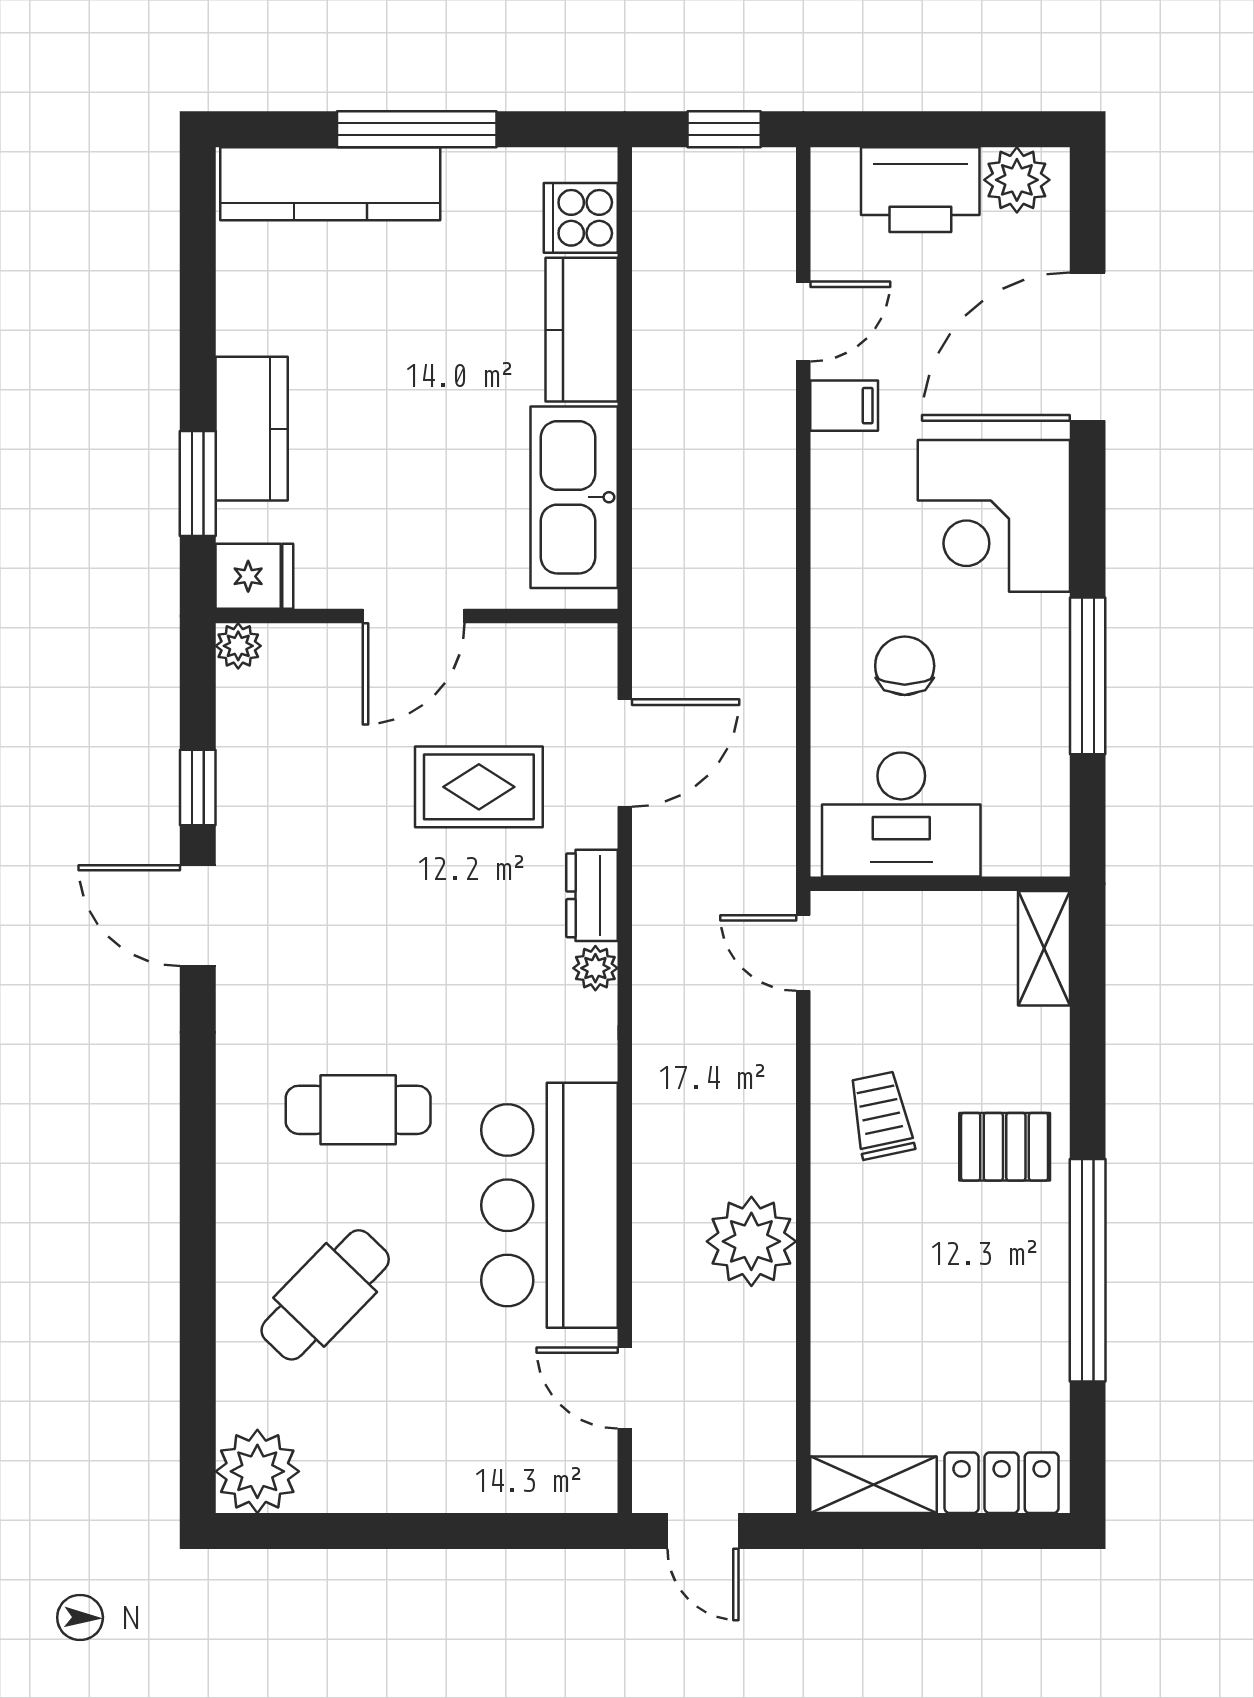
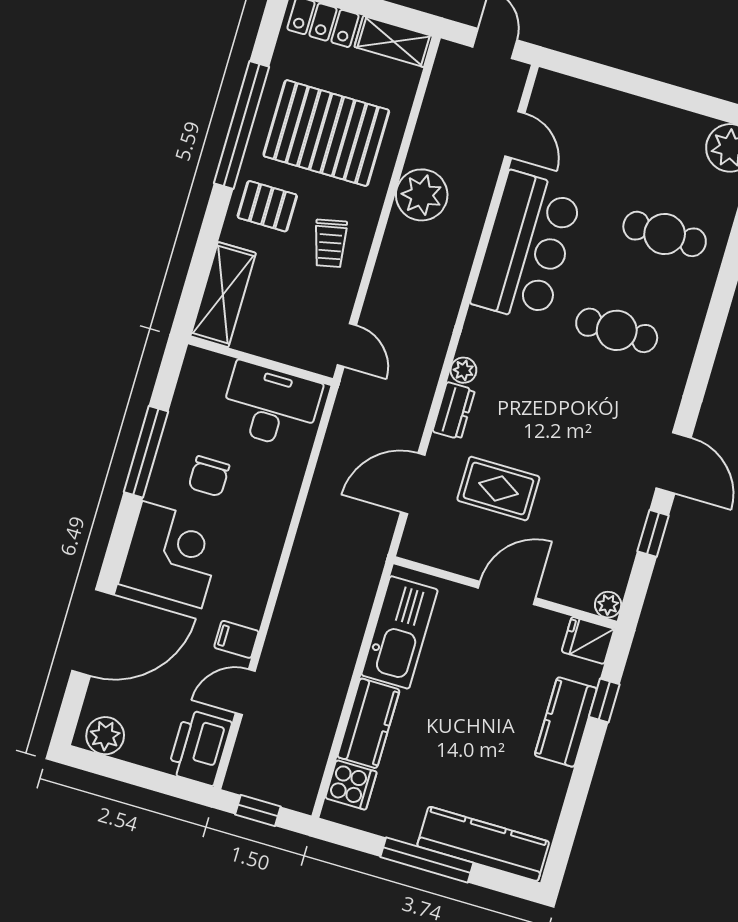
printer: (920, 190) -> (200, 748), moved, turned -90
window: (198, 484) -> (604, 700), width x0.67
chair: (905, 666) -> (209, 476), moved
shelving: (1044, 948) -> (223, 295), width x1.50, depth x1.33
cafe table: (325, 1295) -> (665, 234), turned 46
pallet: (942, 1298) -> (326, 133), added

